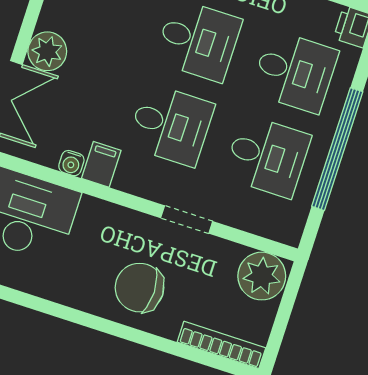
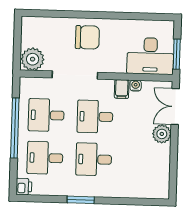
doorway: (187, 220) -> (75, 75), width x1.88
bookcase: (221, 345) -> (42, 22), removed

